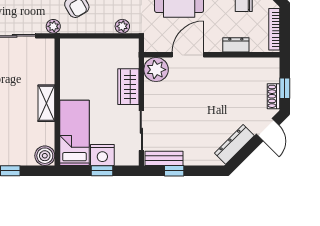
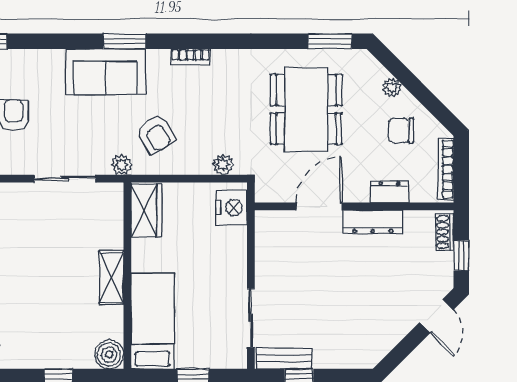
plant: (156, 70) -> (272, 228), removed
wardrobe: (128, 87) -> (146, 210), moved, turned 180
shoe rack: (273, 96) -> (445, 232), moved
dresser: (234, 144) -> (373, 222), moved, turned -135
nightstand: (102, 155) -> (232, 208), moved, turned -90

